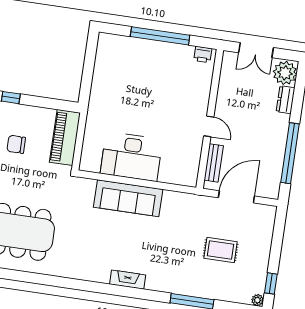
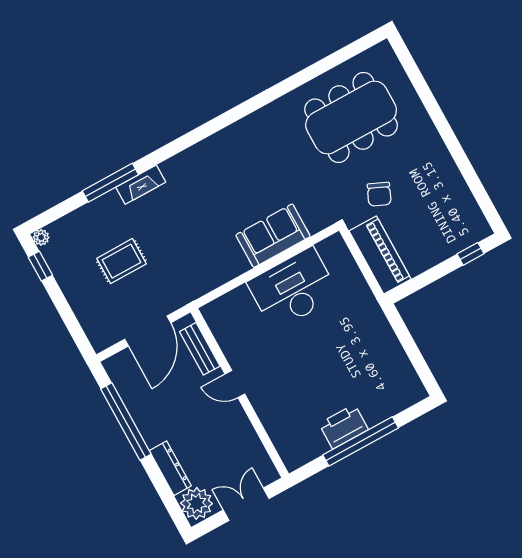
printer: (203, 55) -> (344, 427), moved, width x1.87, depth x1.48
dresser: (286, 100) -> (170, 468), width x1.44
chair: (16, 144) -> (379, 194), moved, turned 114
sofa: (128, 198) -> (273, 236), width x0.73
fireplace: (128, 280) -> (141, 185), moved

